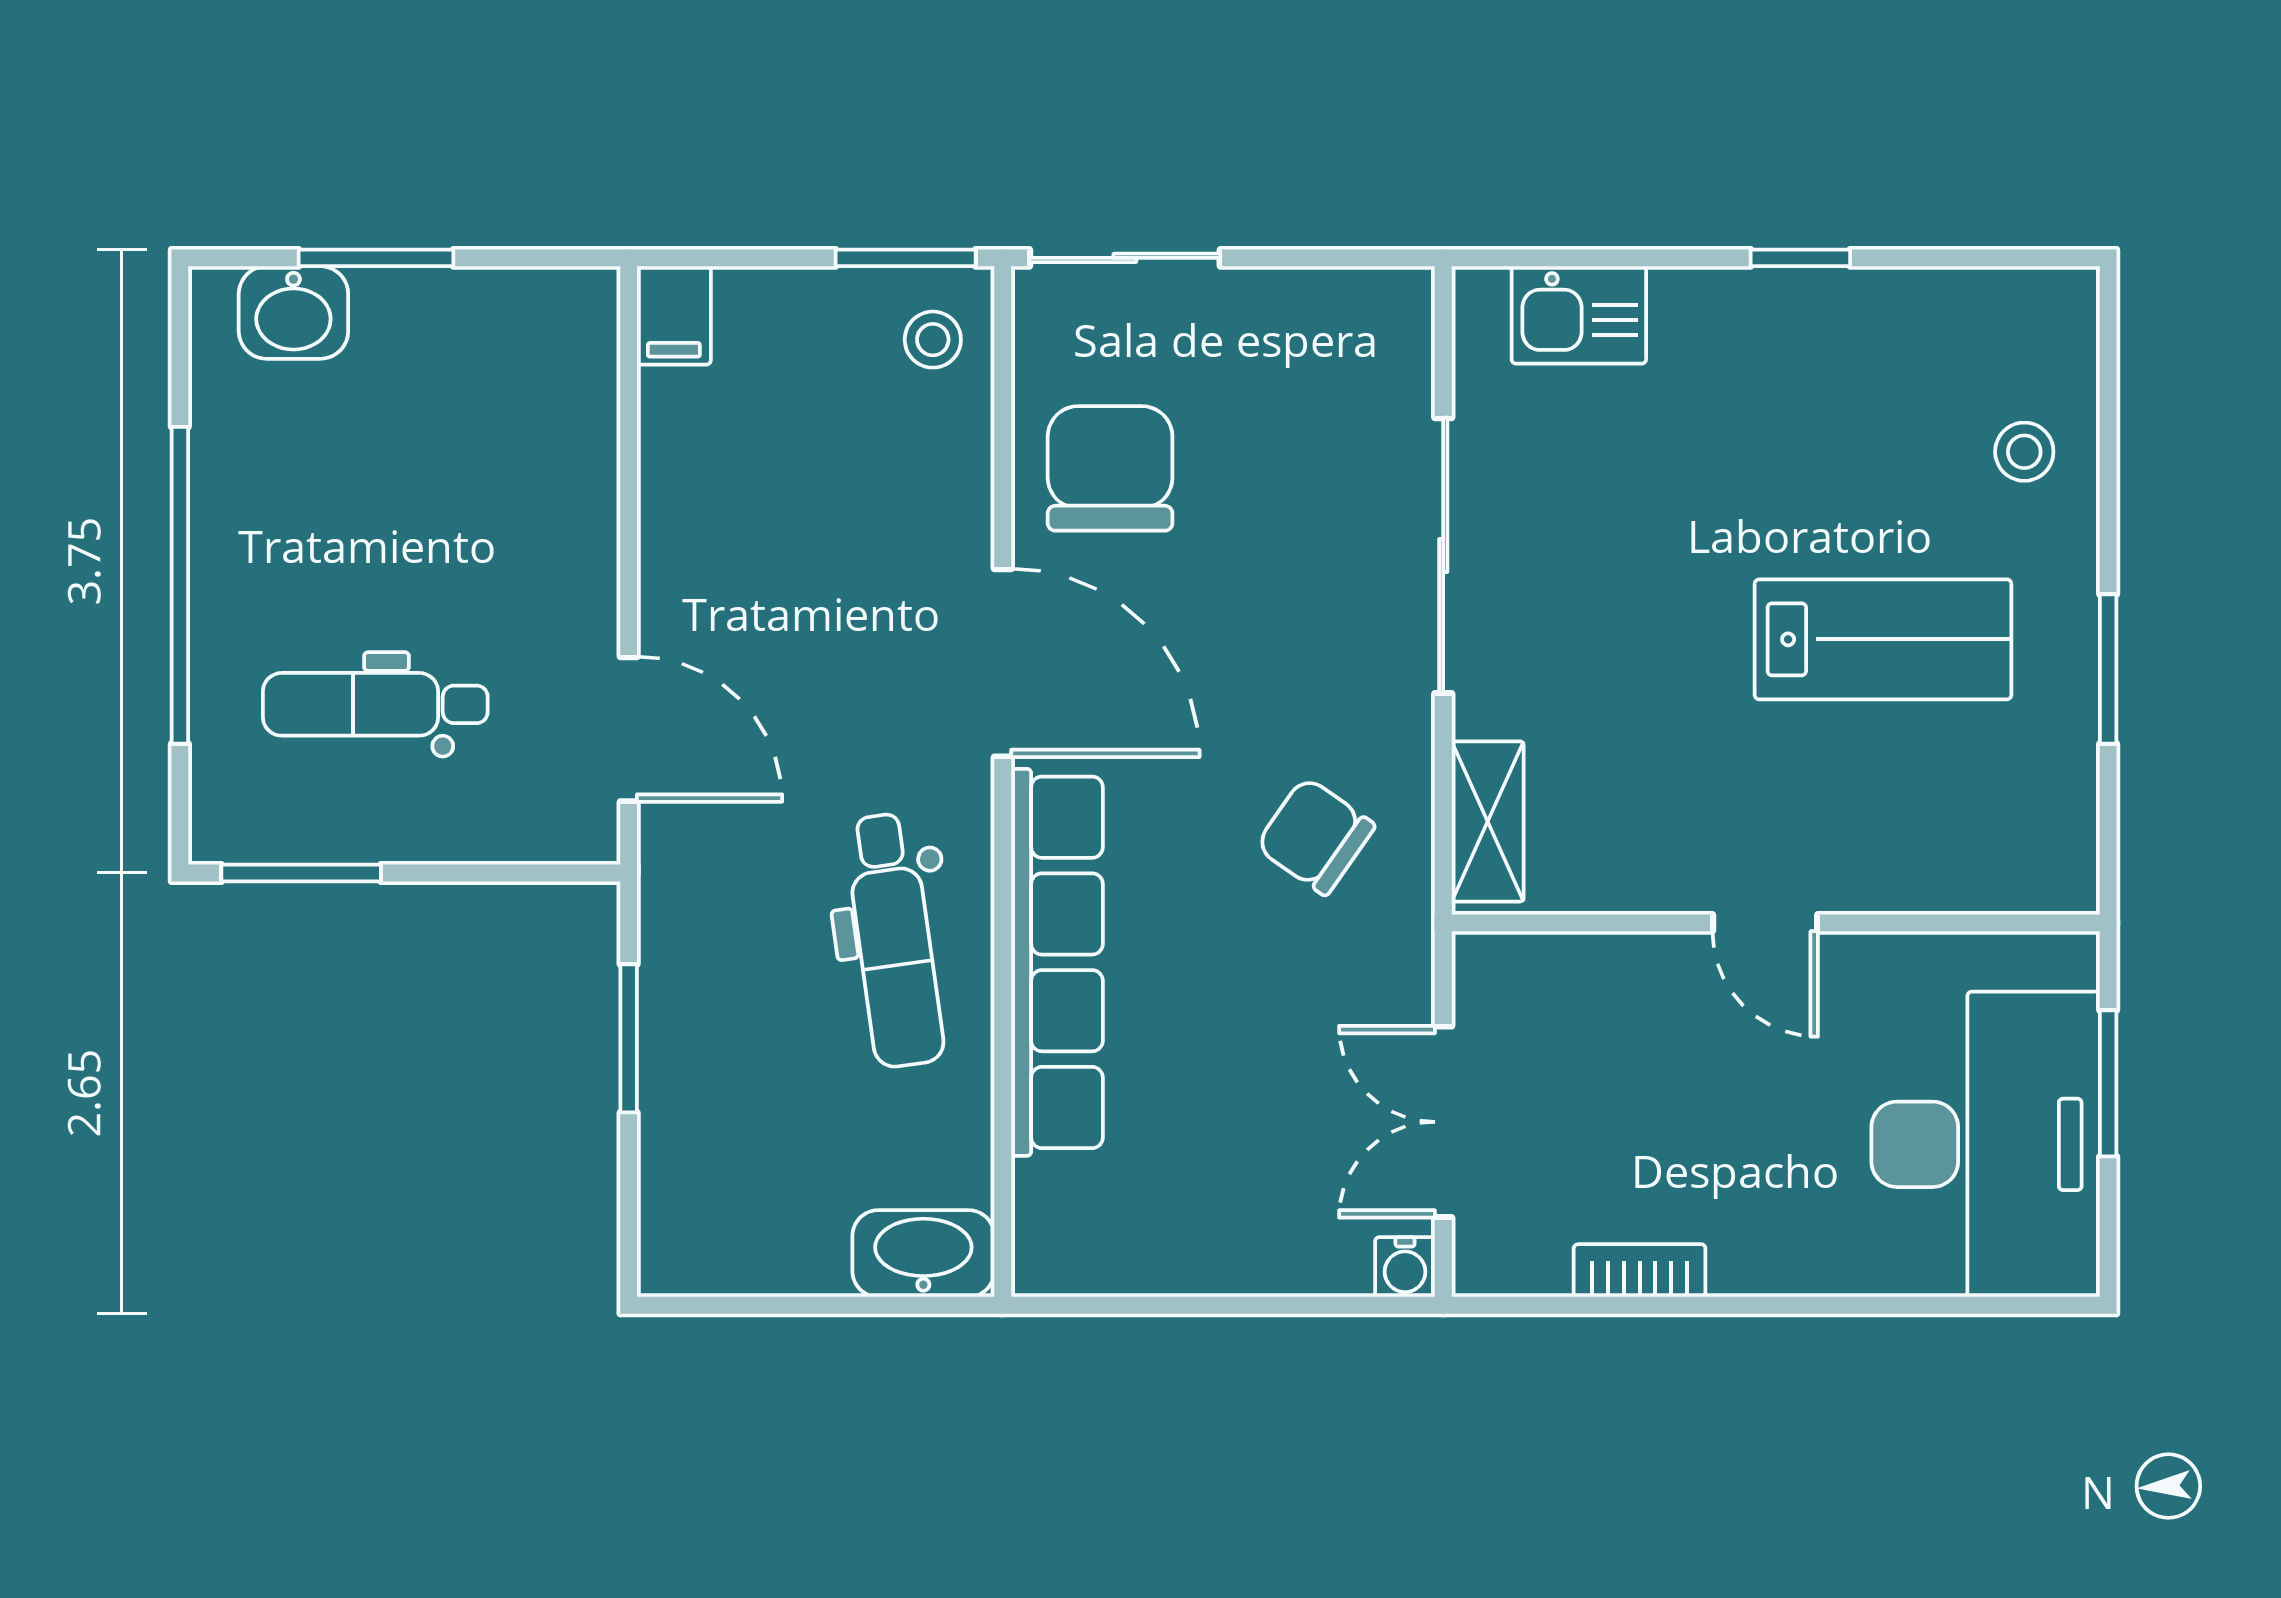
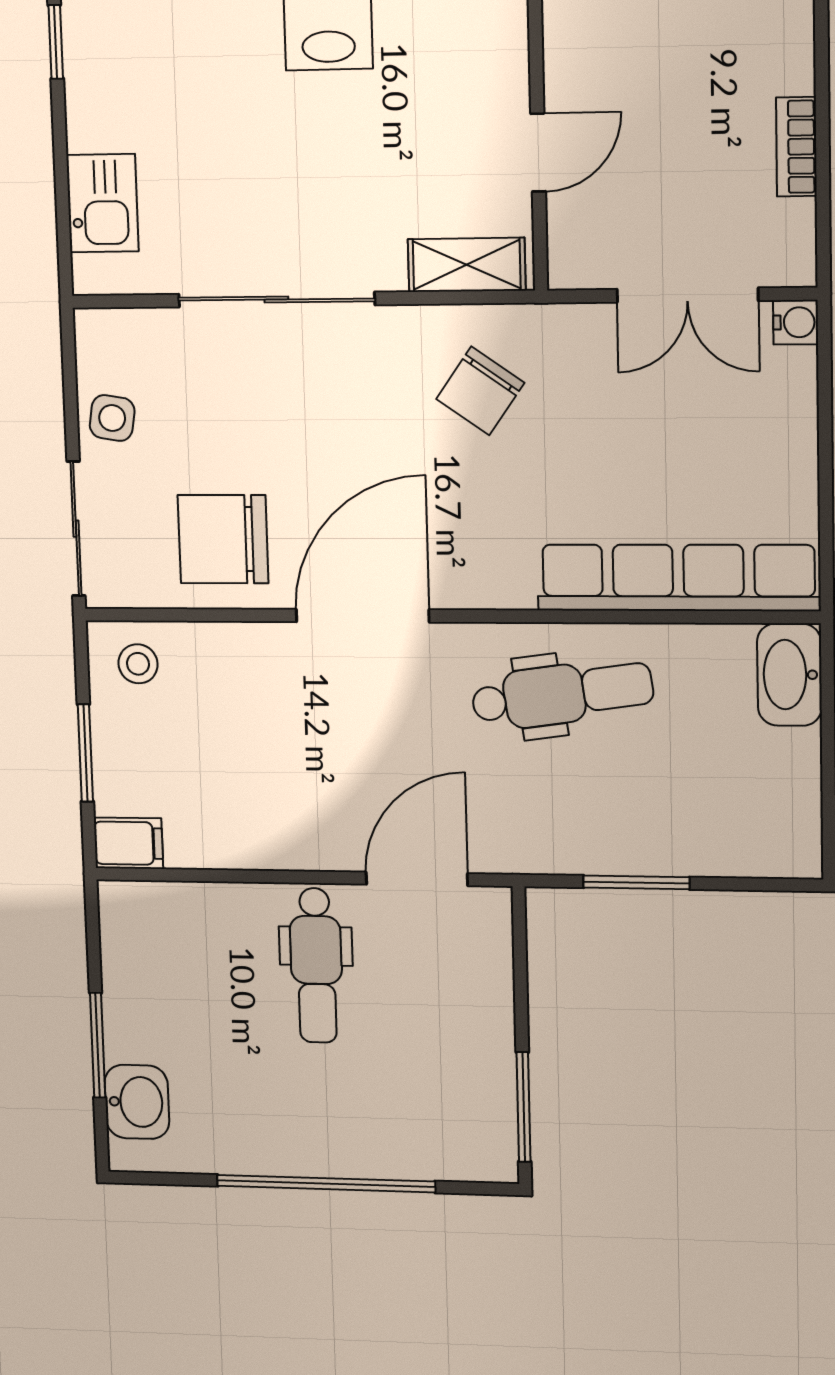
window: (906, 258) -> (85, 753), moved
side table: (1281, 316) -> (112, 418), added
dental chair: (375, 704) -> (316, 965), moved
door: (1765, 923) -> (538, 152), moved
row of seats: (1057, 962) -> (678, 578), moved

